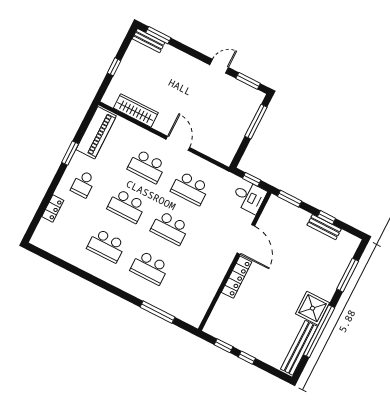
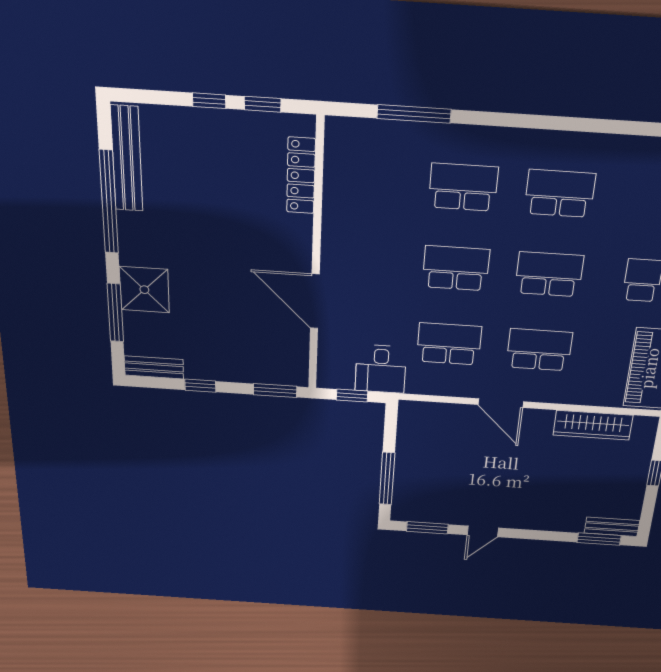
desk: (249, 197) -> (381, 369), moved, turned -90
bench: (324, 227) -> (154, 367), moved
locker: (237, 277) -> (301, 176), moved
shower: (313, 308) -> (144, 290), moved

